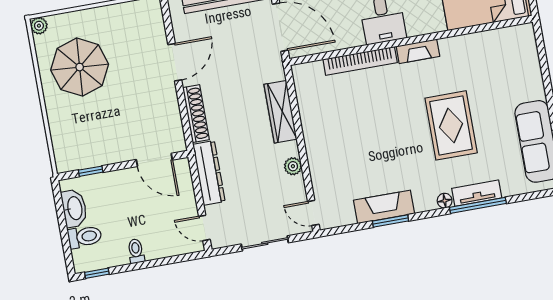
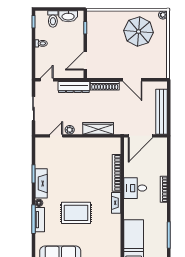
fireplace: (384, 207) -> (41, 183), moved
door: (313, 213) -> (56, 136), moved

